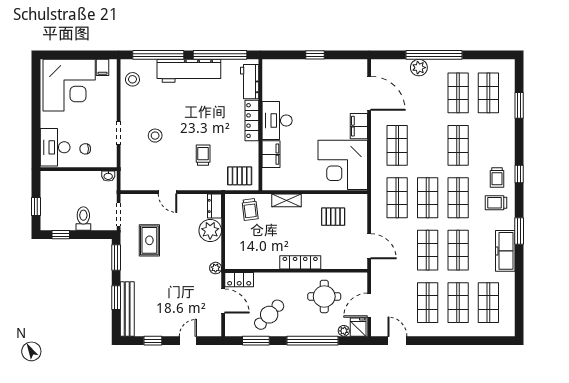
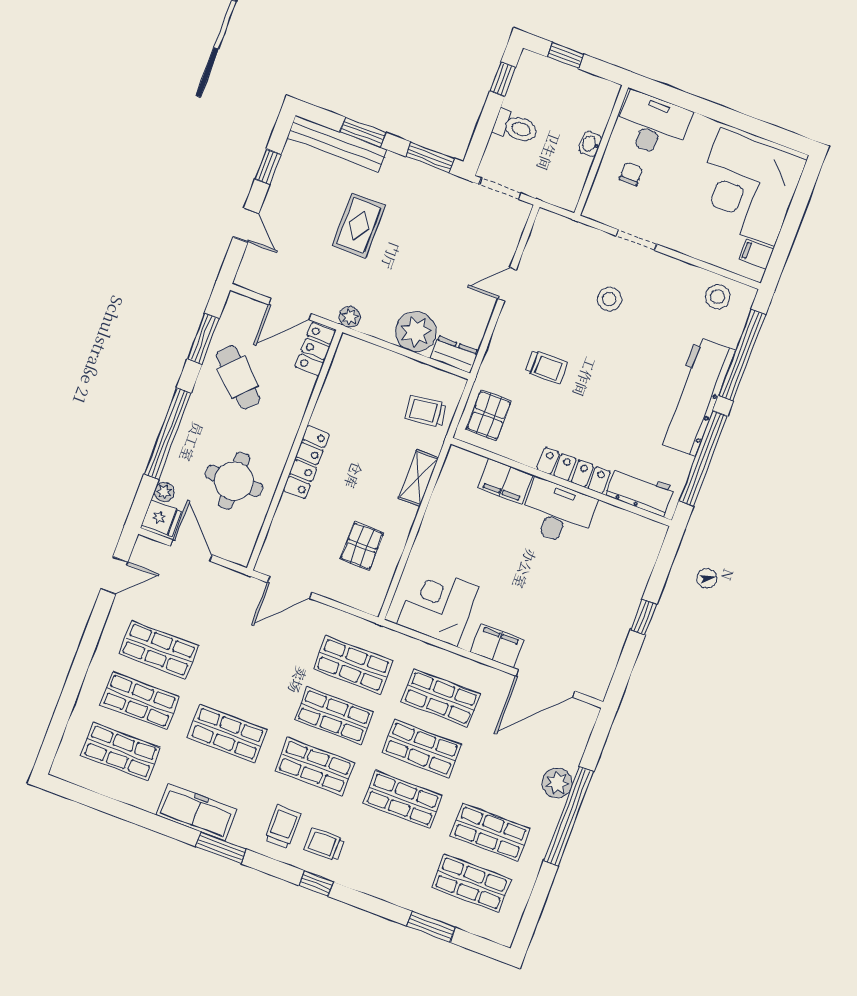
corner desk: (343, 165) -> (438, 605), width x0.74, depth x0.74
washbasin: (108, 176) -> (590, 144), moved
rug: (149, 240) -> (359, 225), moved, turned 90
shop shelf: (428, 250) -> (422, 749), moved

